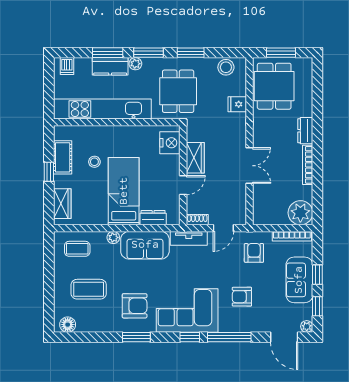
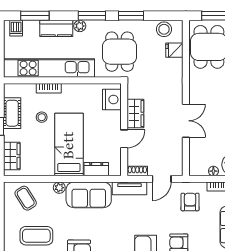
window: (108, 53) -> (35, 16), moved
fridge: (237, 104) -> (174, 50), moved
bookcase: (102, 131) -> (49, 88), added
floor lamp: (279, 220) -> (213, 171), added
coffee table: (77, 249) -> (26, 198), turned 58

